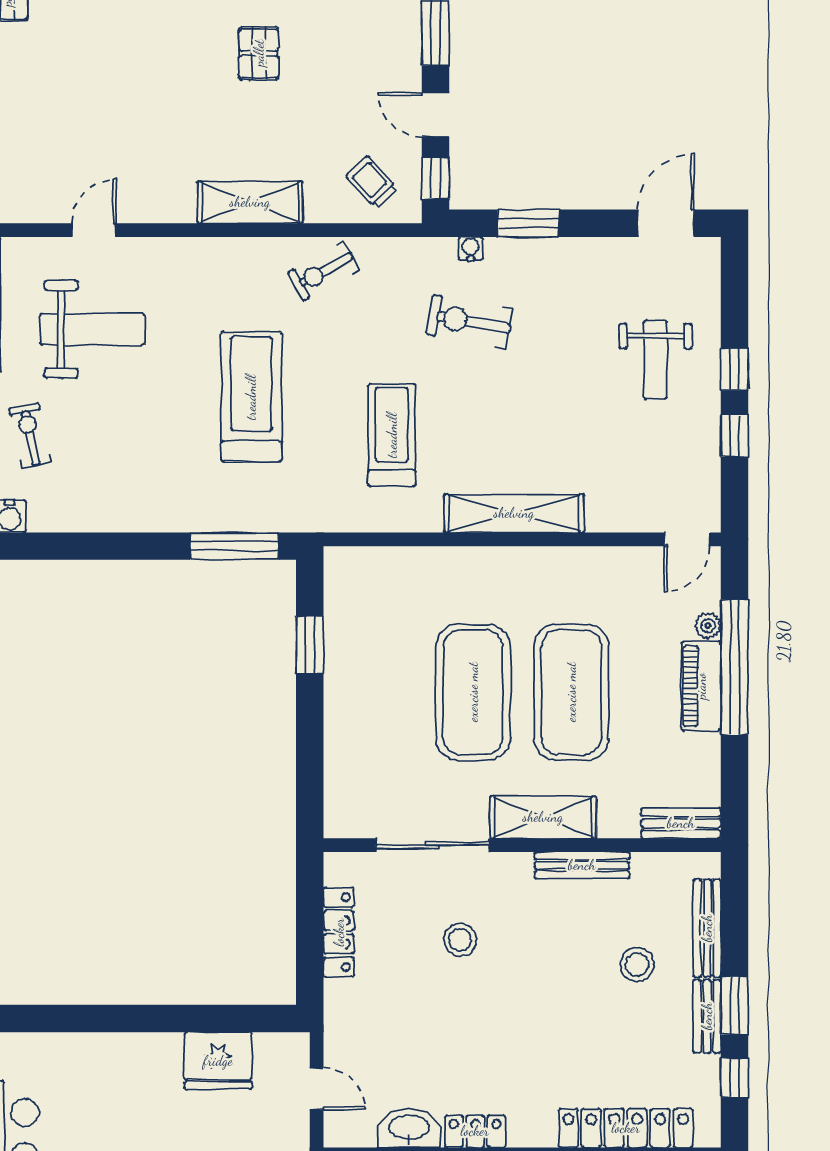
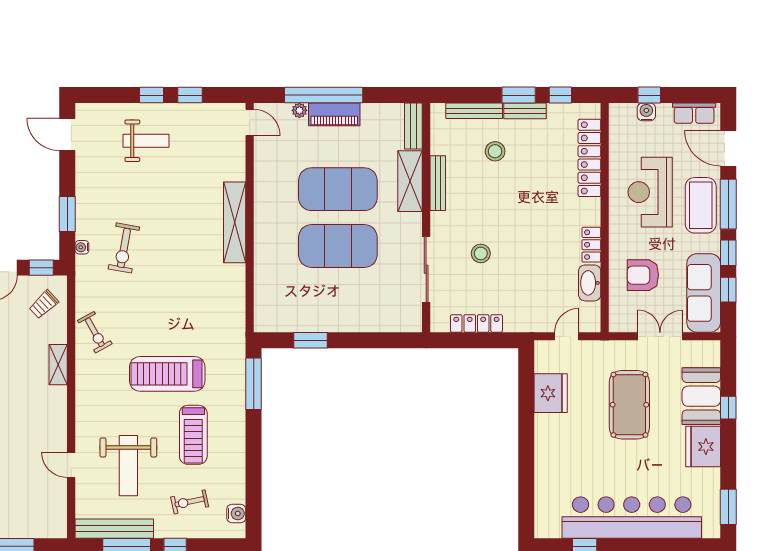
shelving: (250, 202) -> (58, 365), width x0.67, depth x0.75
weight bench: (92, 329) -> (128, 466), turned 180
treadmill: (392, 435) -> (193, 435), moved, turned -90
shelving: (543, 817) -> (410, 181), moved

